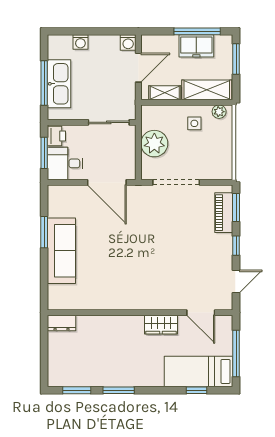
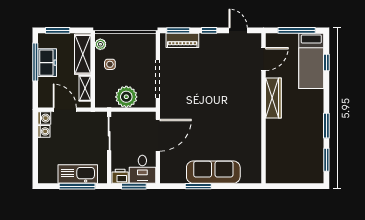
washing machine: (80, 42) -> (44, 131), moved
dresser: (62, 323) -> (272, 172), removed
wardrobe: (161, 325) -> (273, 98), width x1.50

